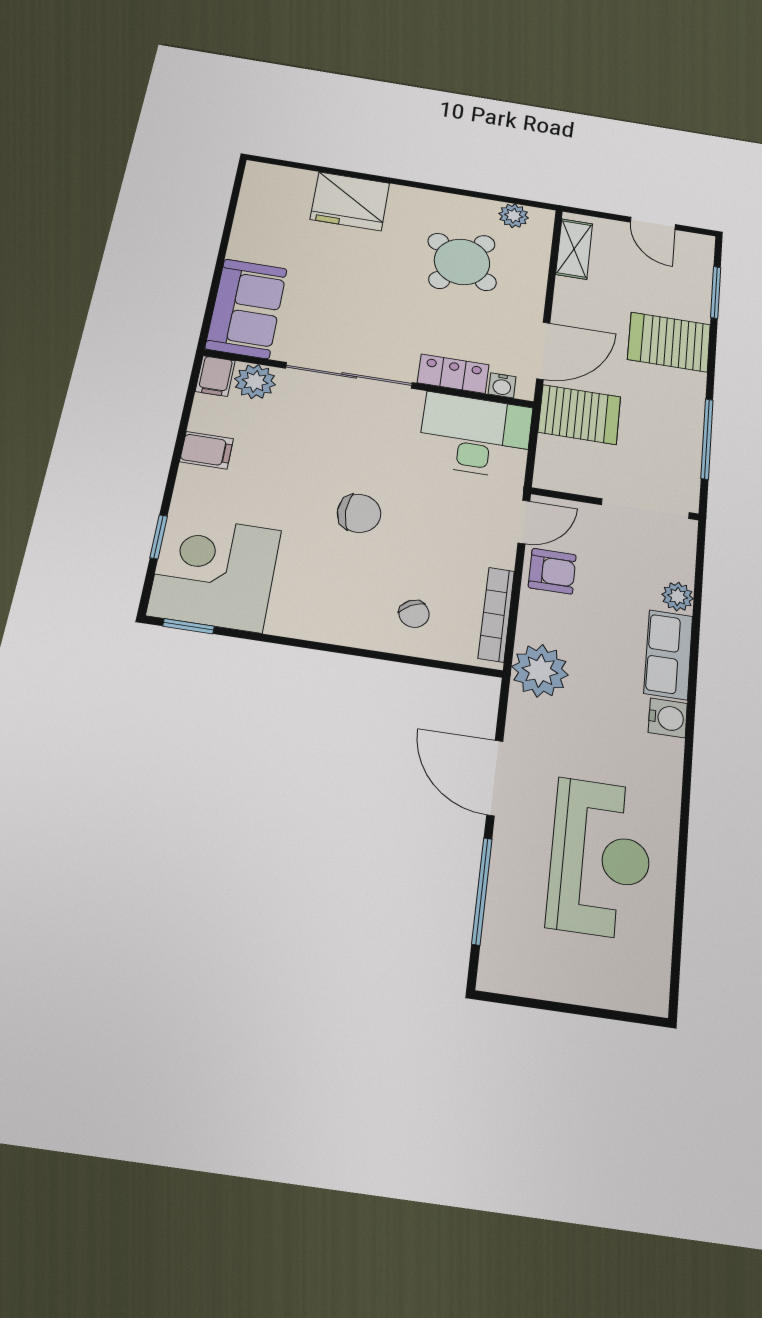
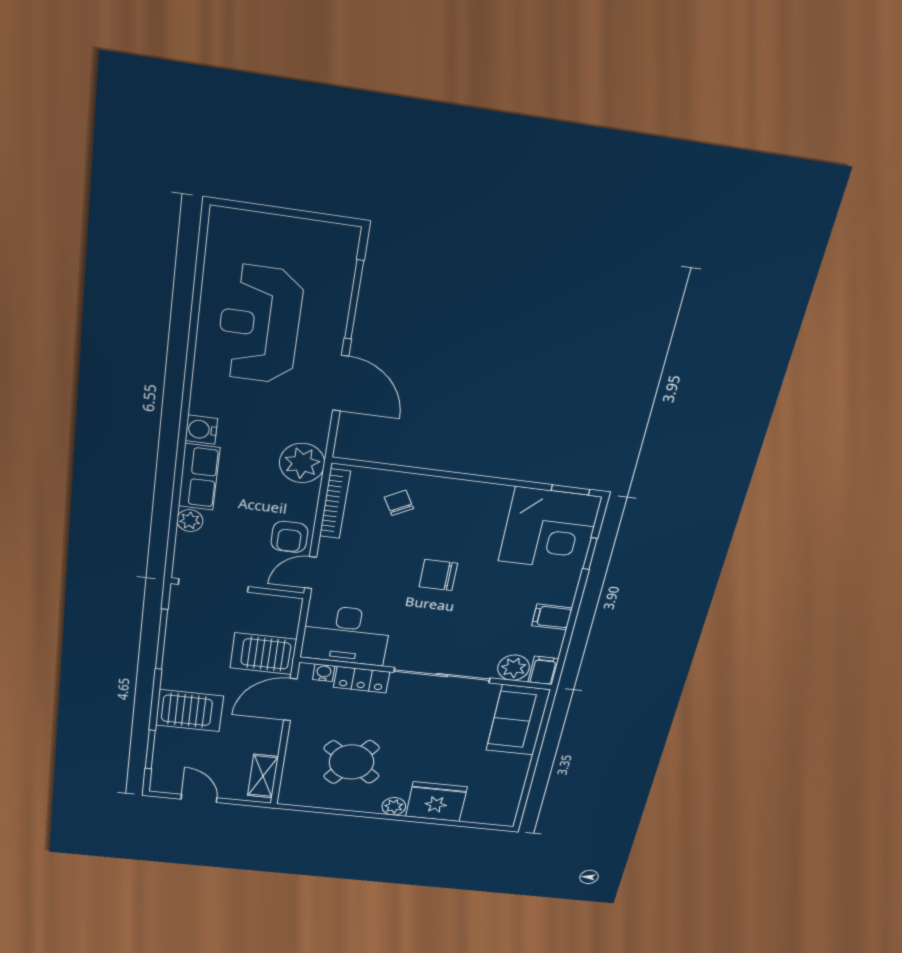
plant: (514, 216) -> (394, 806), moved
armchair: (552, 571) -> (289, 537), turned -90

